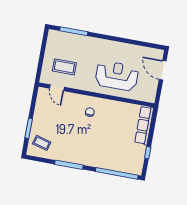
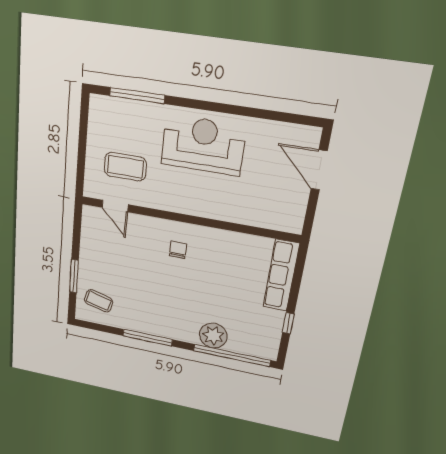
reception desk: (117, 76) -> (203, 145), moved
plant: (107, 162) -> (213, 336), added

